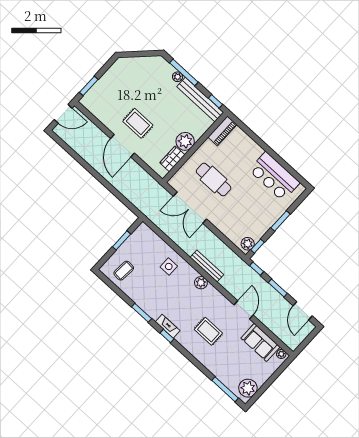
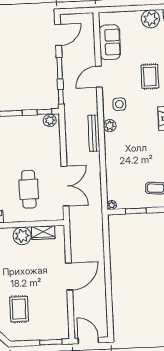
rug: (138, 123) -> (19, 309), moved
side table: (169, 266) -> (119, 104), moved
rug: (208, 331) -> (150, 76), moved
plant: (281, 354) -> (112, 205), moved

